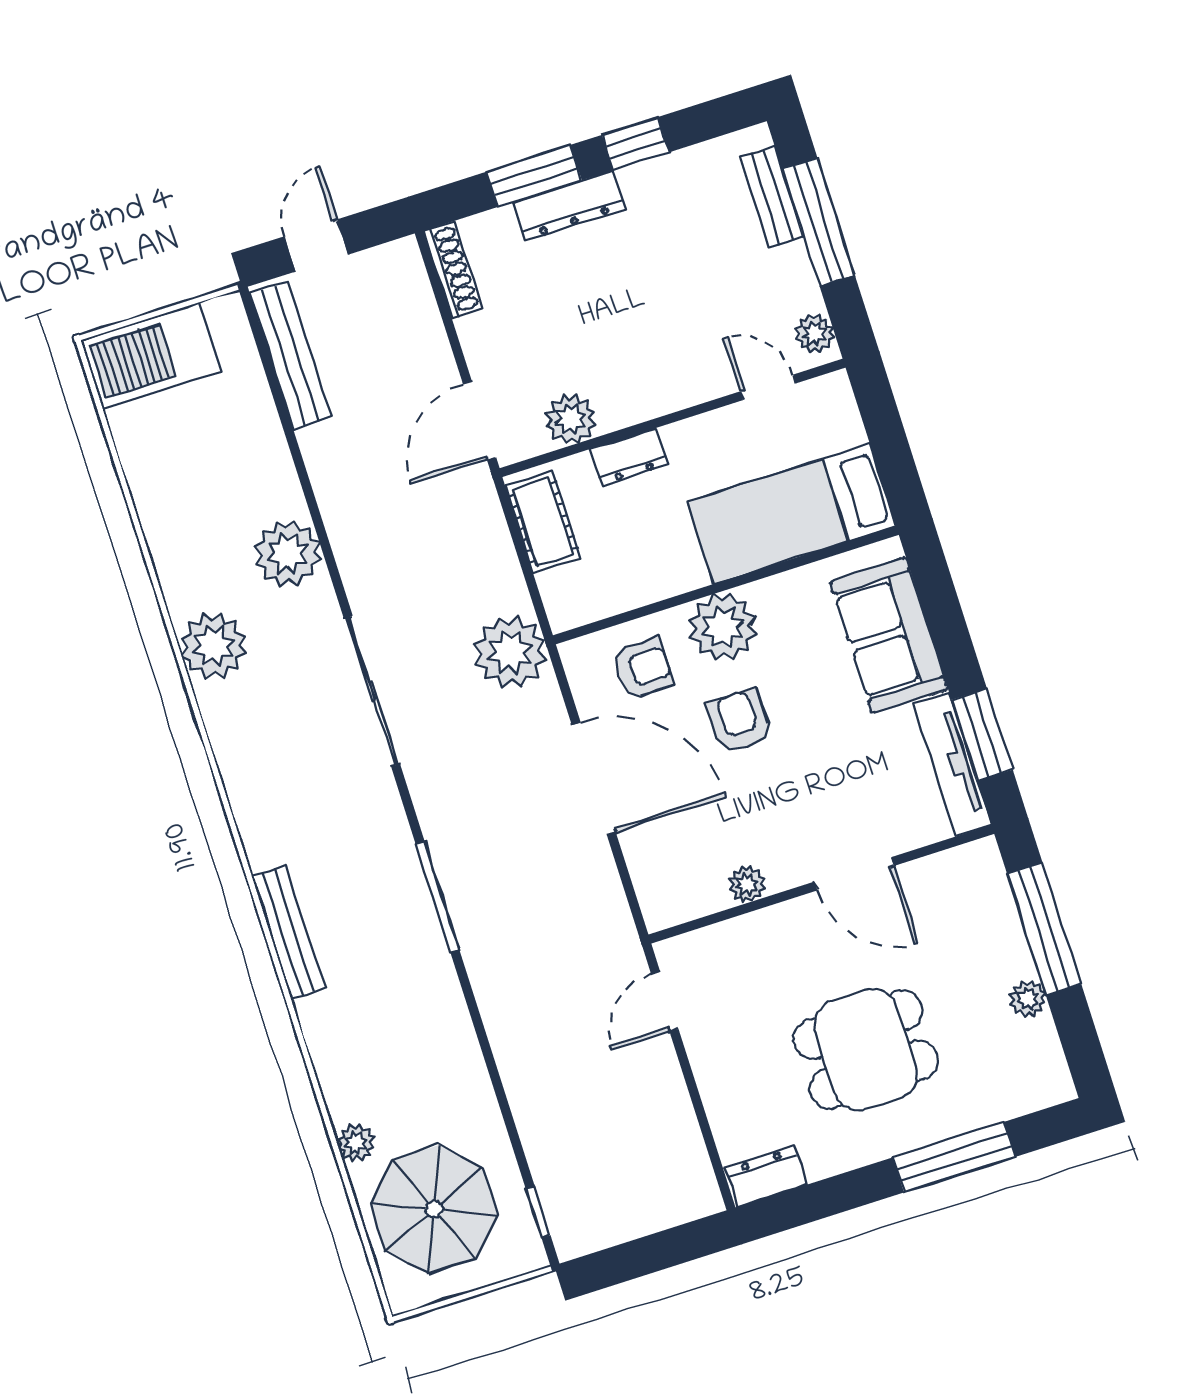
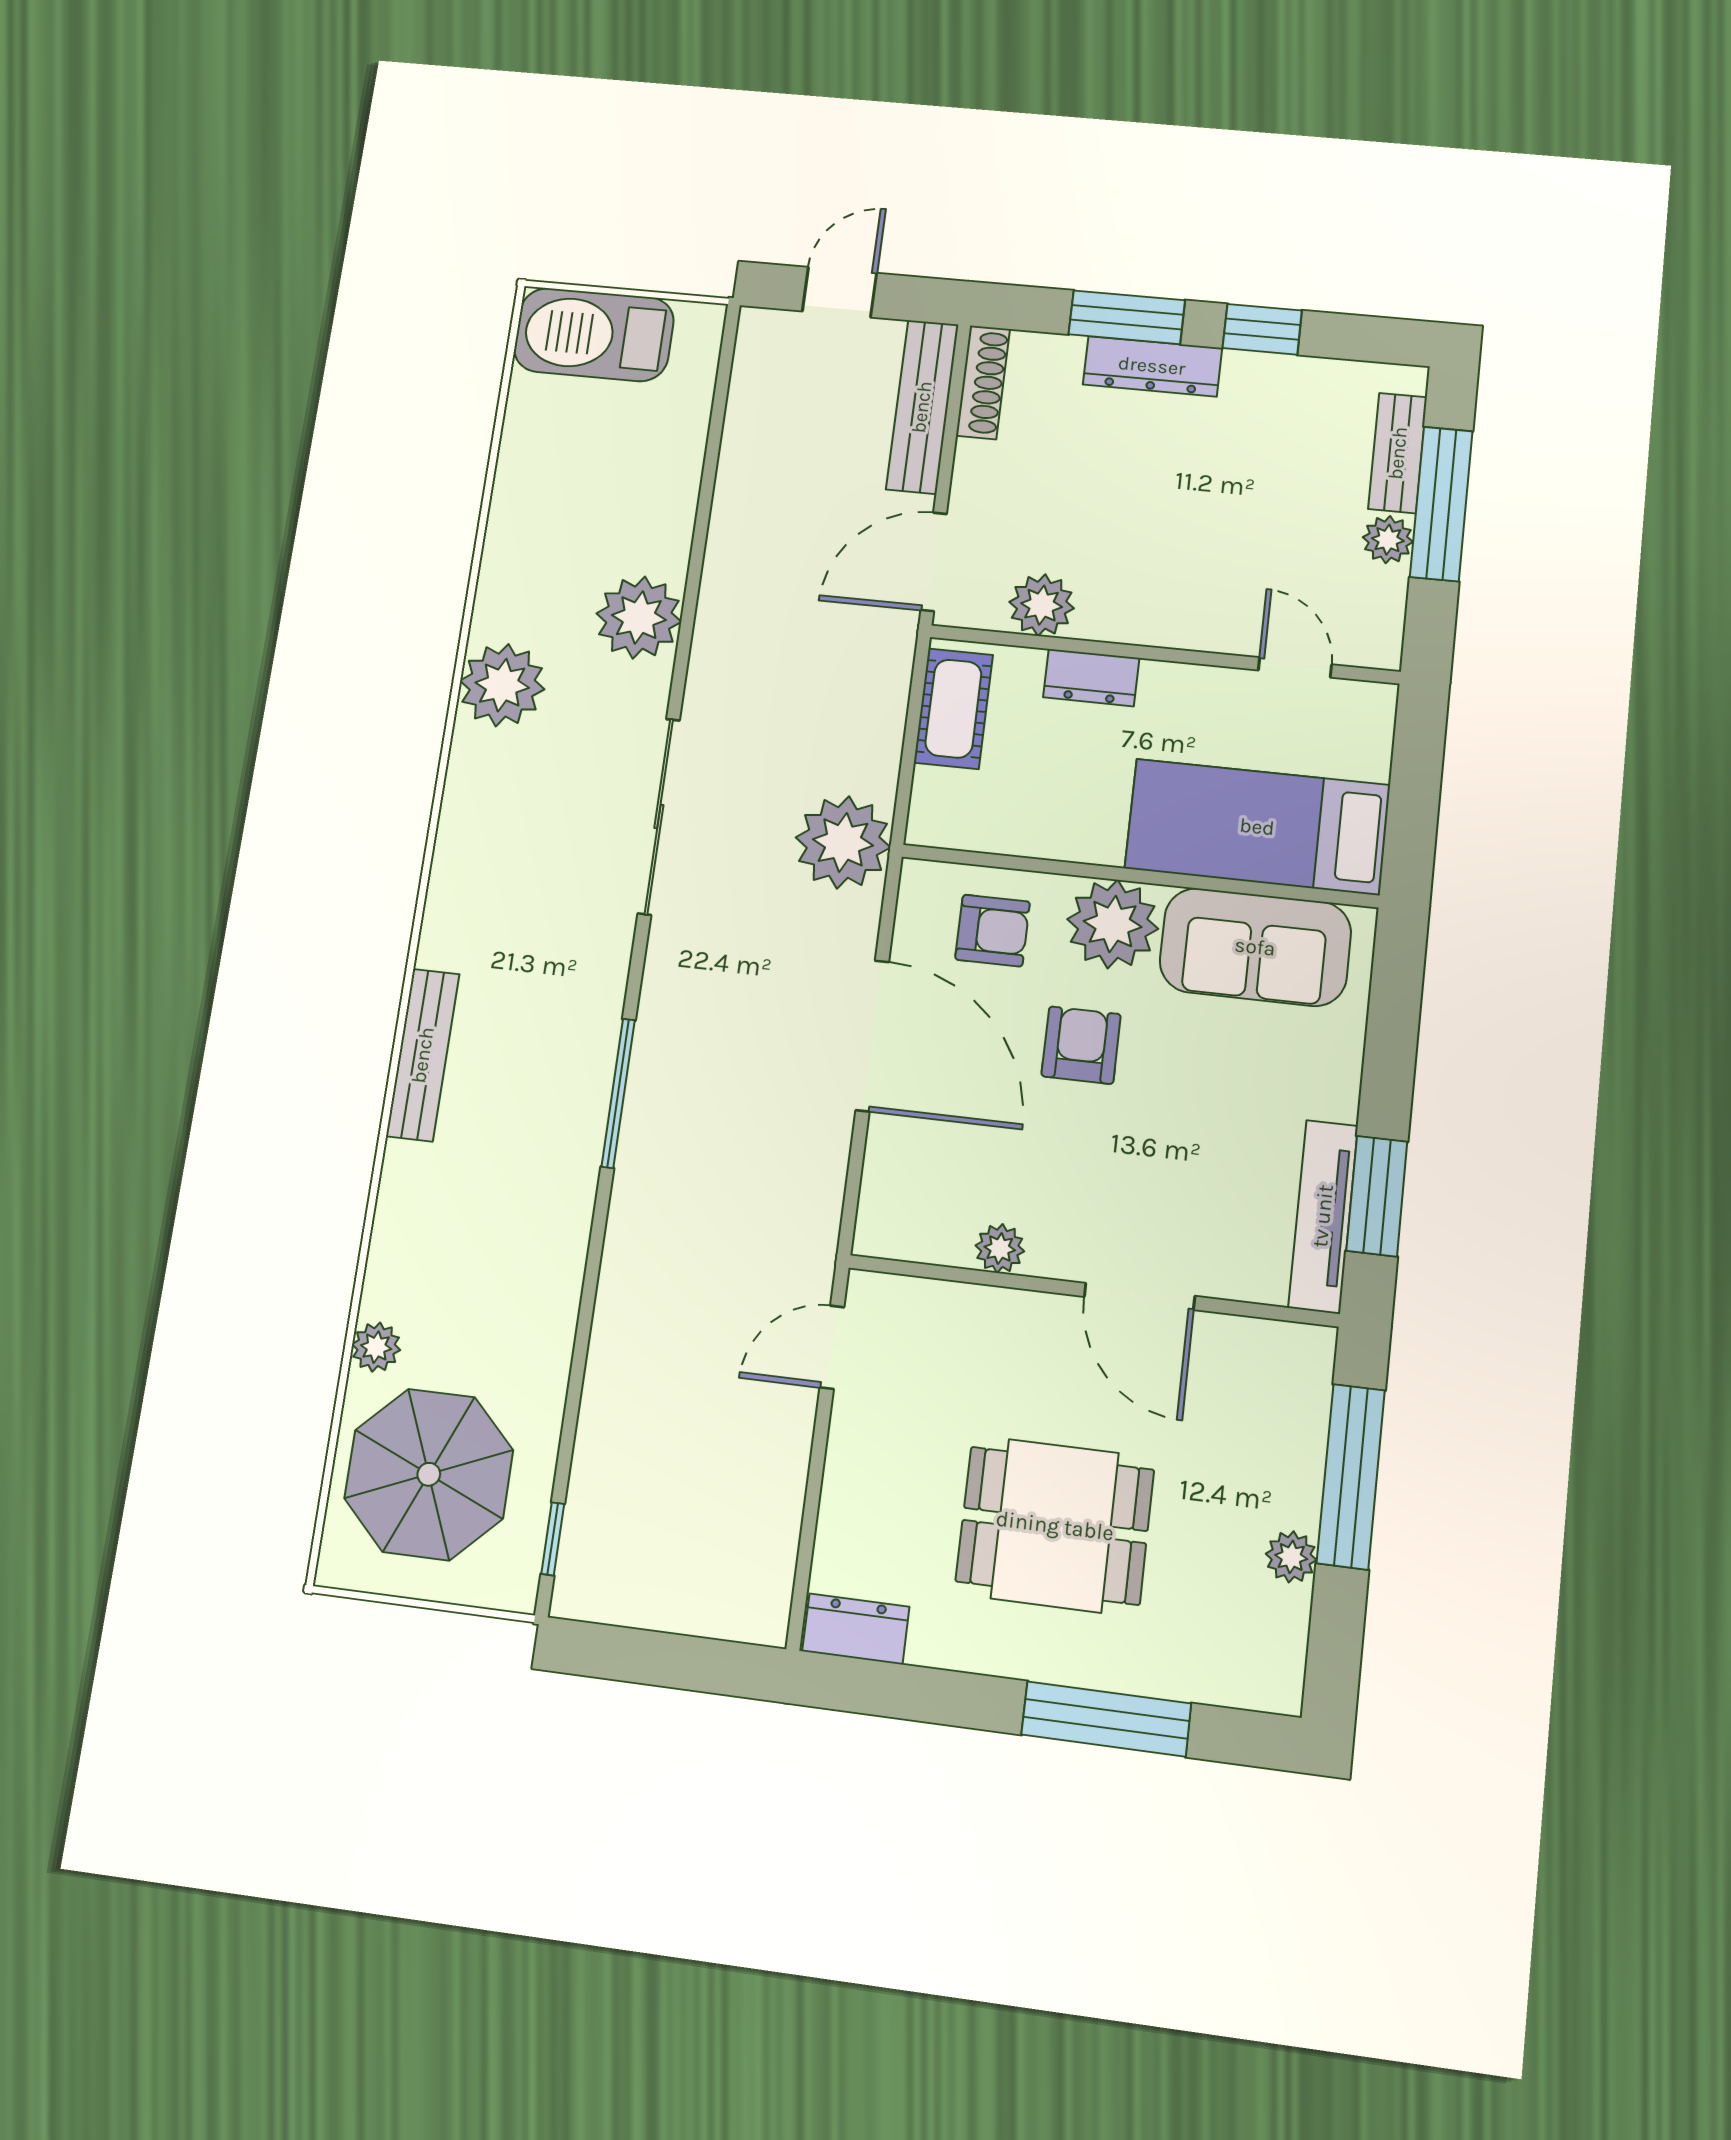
plant: (814, 333) -> (1388, 540), moved
bench: (290, 355) -> (922, 407), moved
sofa: (889, 635) -> (1255, 947), moved, turned -90

